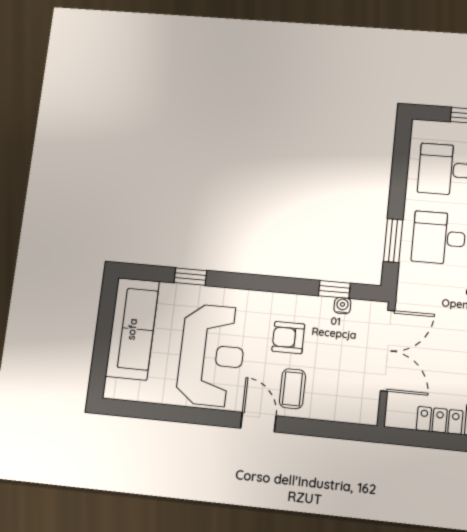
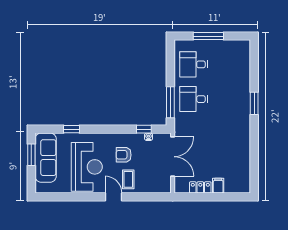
window: (393, 241) -> (170, 102), width x1.44
window: (105, 320) -> (31, 155), added

